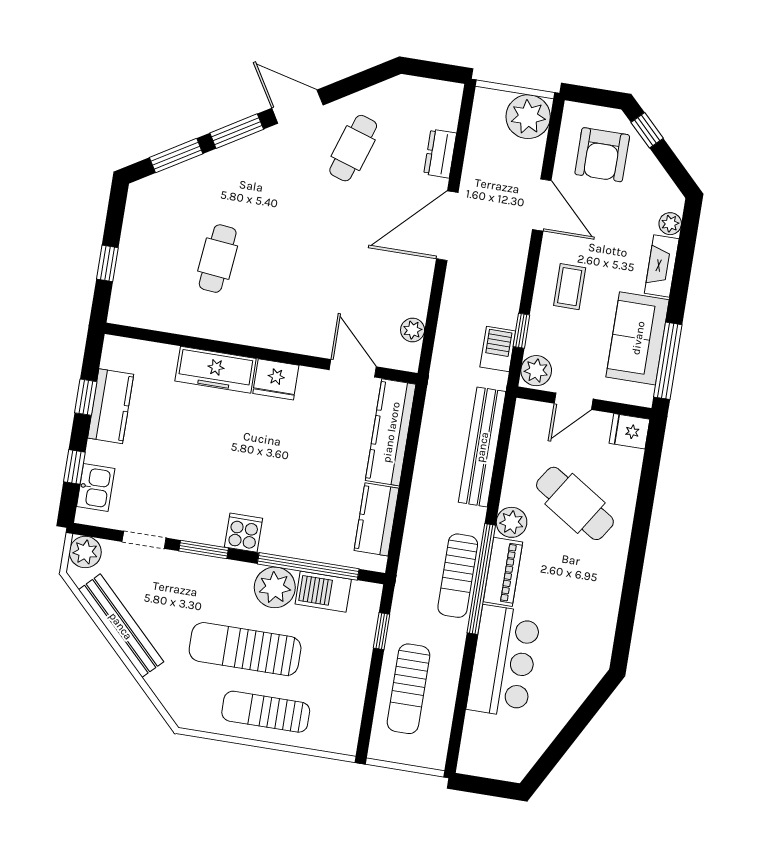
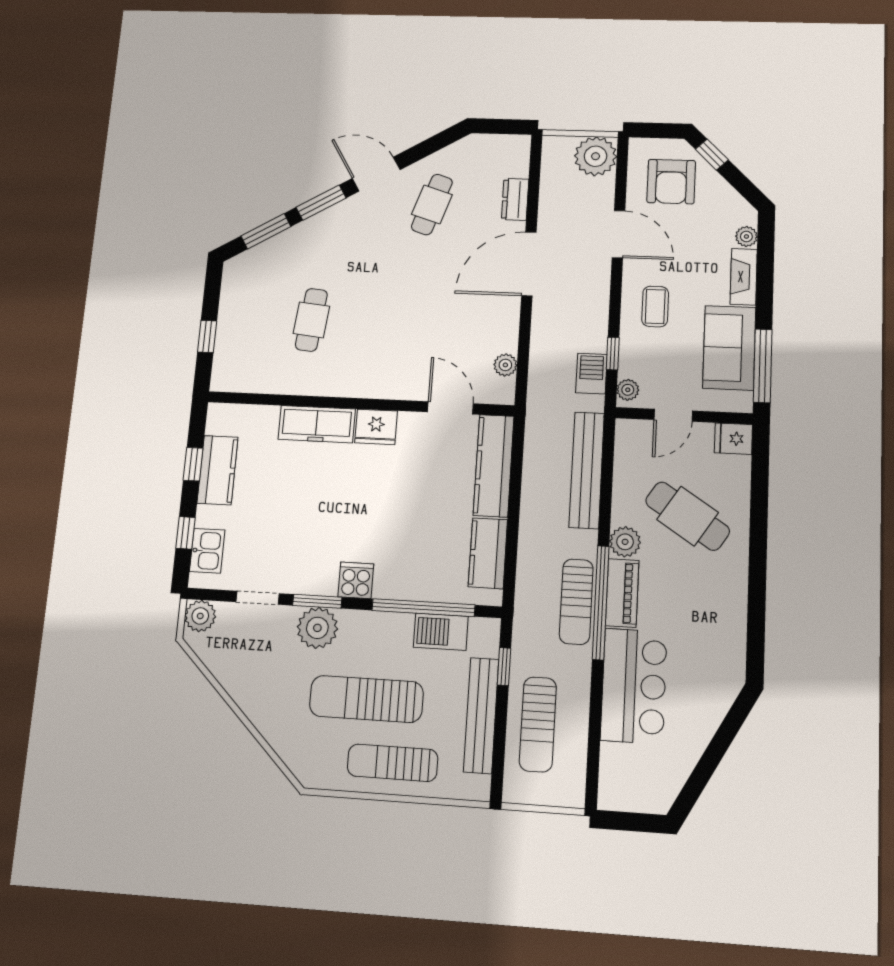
plant: (536, 371) -> (628, 390), width x0.73, depth x0.73
plant: (275, 587) -> (317, 628), moved
bench: (121, 626) -> (481, 715), moved, turned 45

